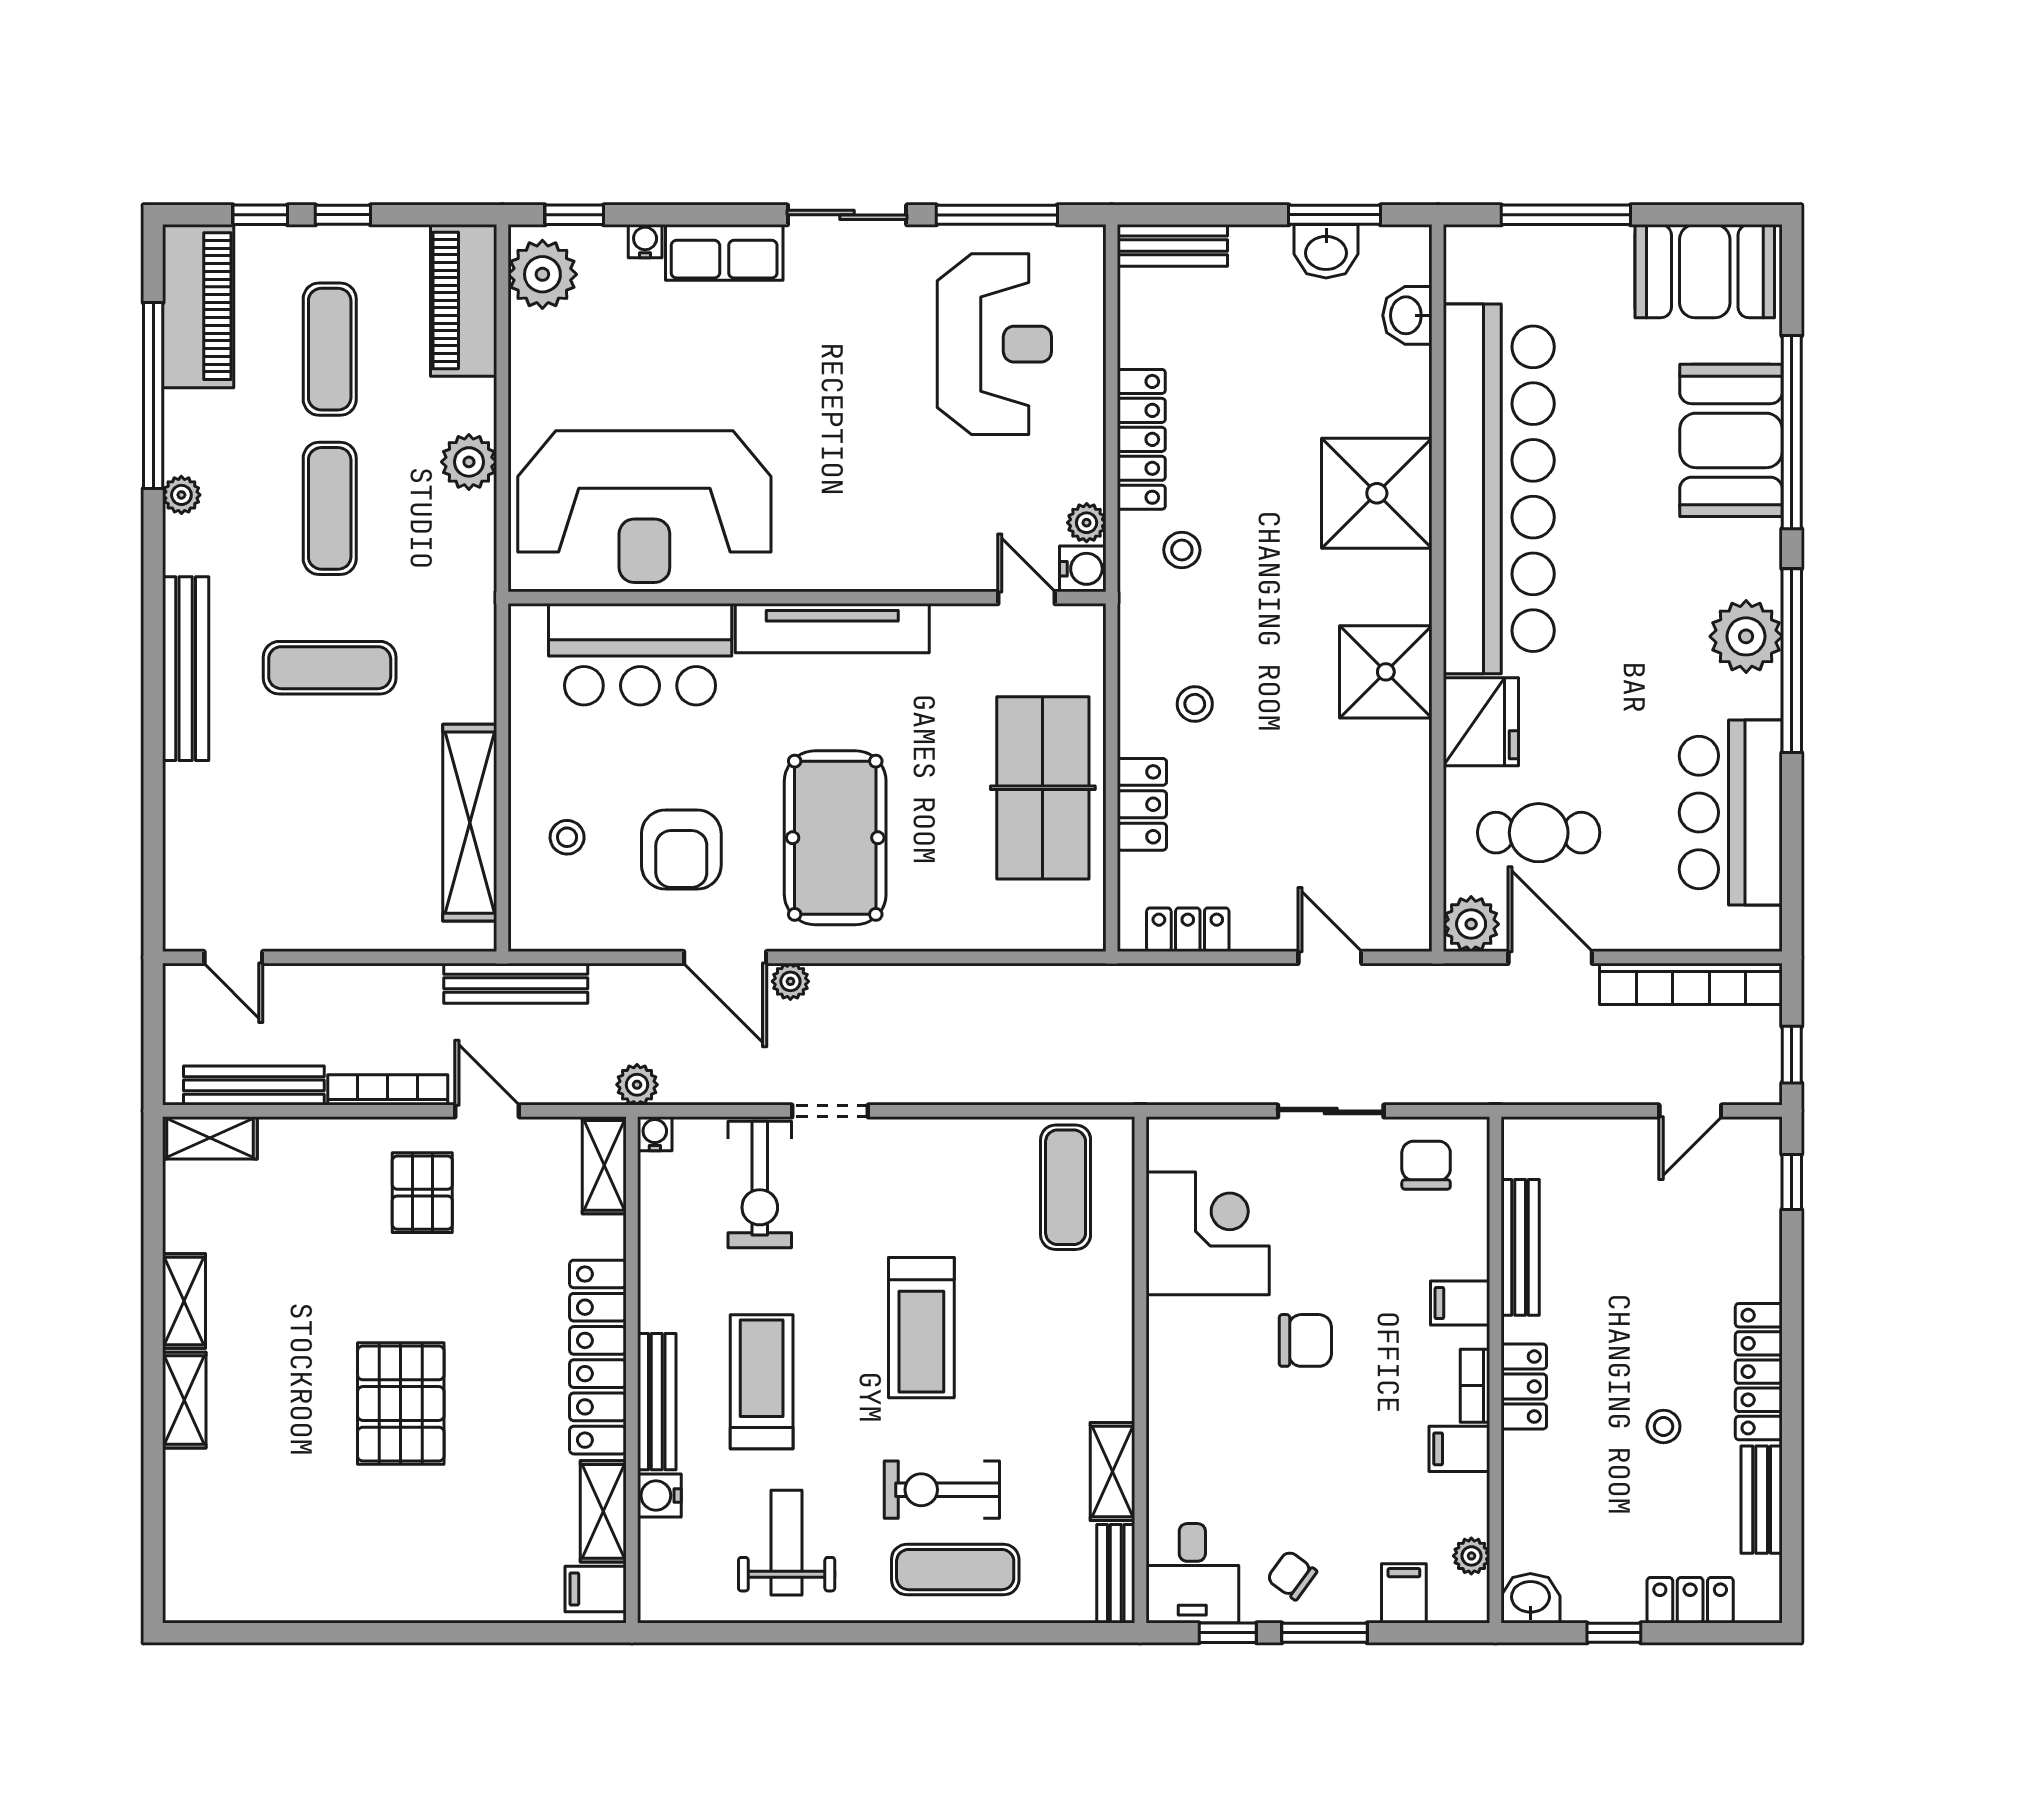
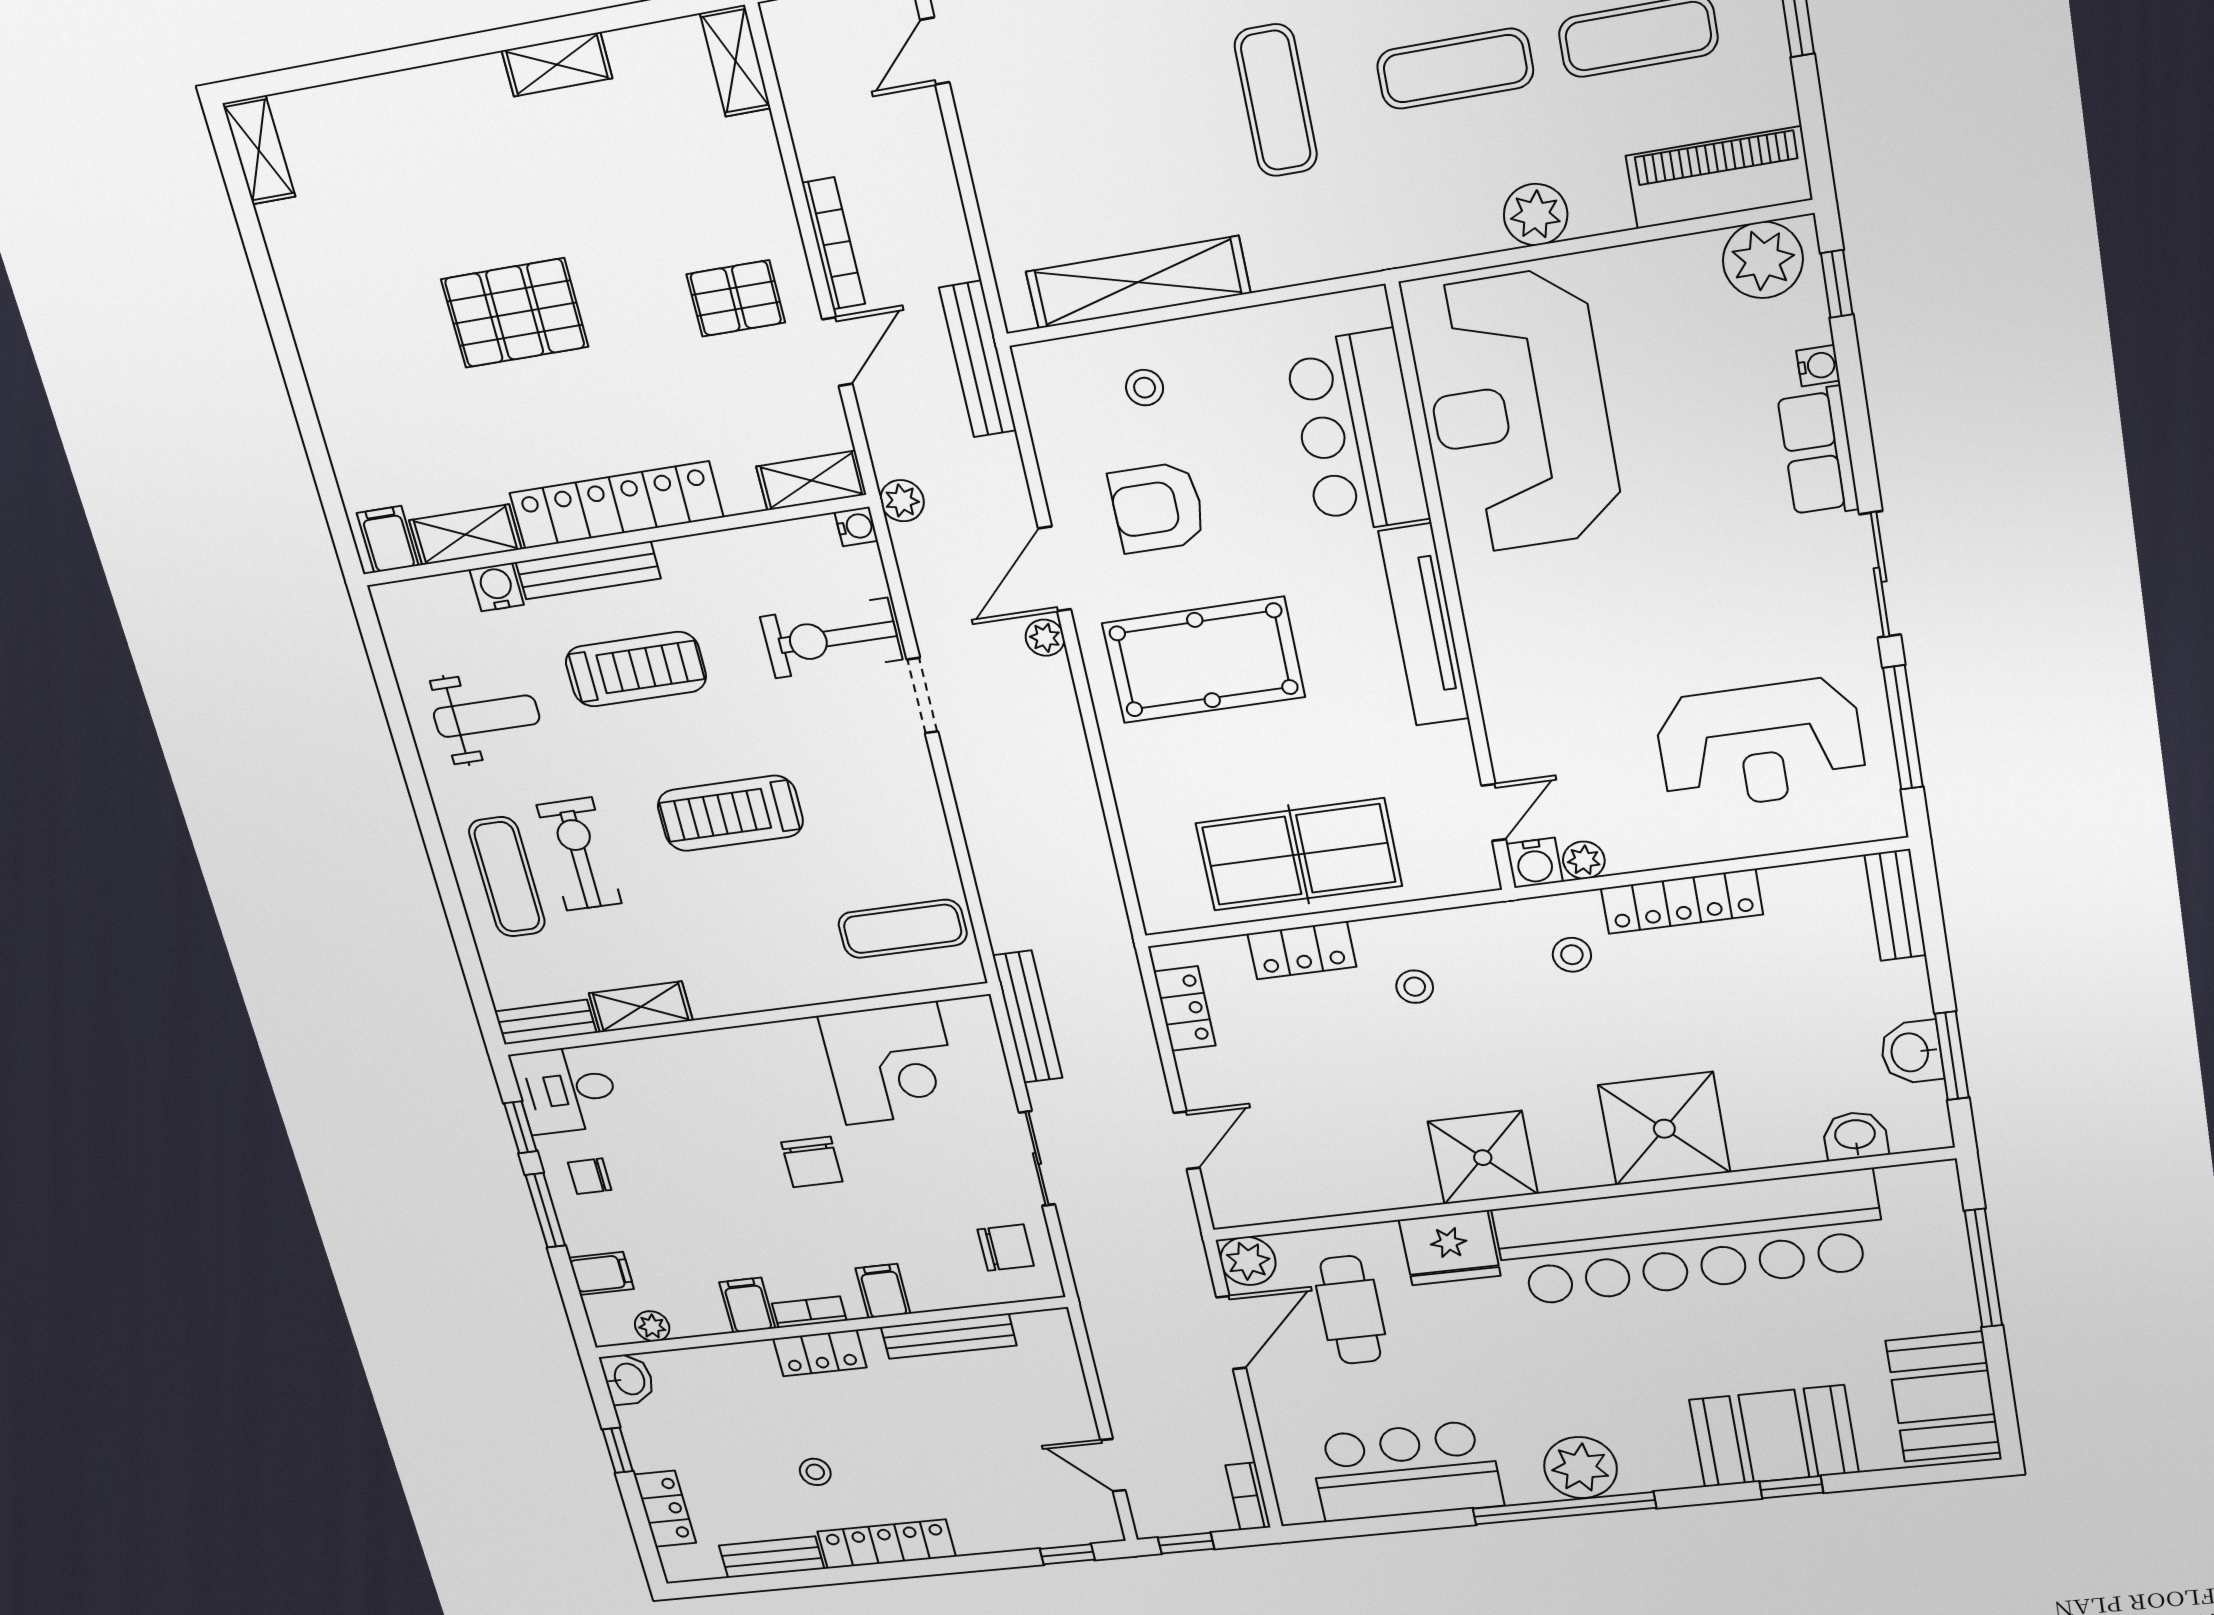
window: (1792, 432) -> (1791, 1487), width x0.32
bookcase: (1691, 984) -> (1248, 1496), width x0.43, depth x0.76
bench: (254, 1085) -> (1028, 1017), moved
shelving: (184, 1400) -> (259, 150), moved, turned 90
chair: (1292, 1575) -> (590, 1176), turned -126

